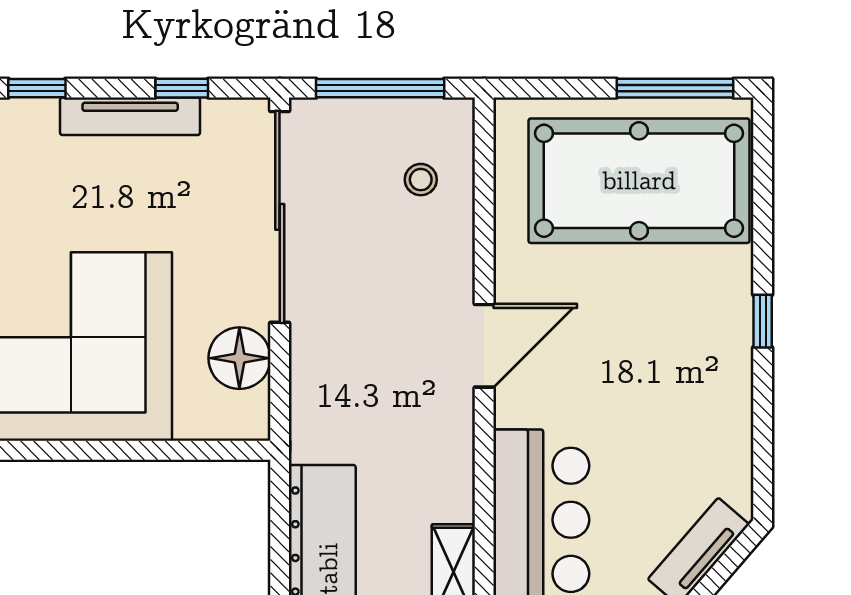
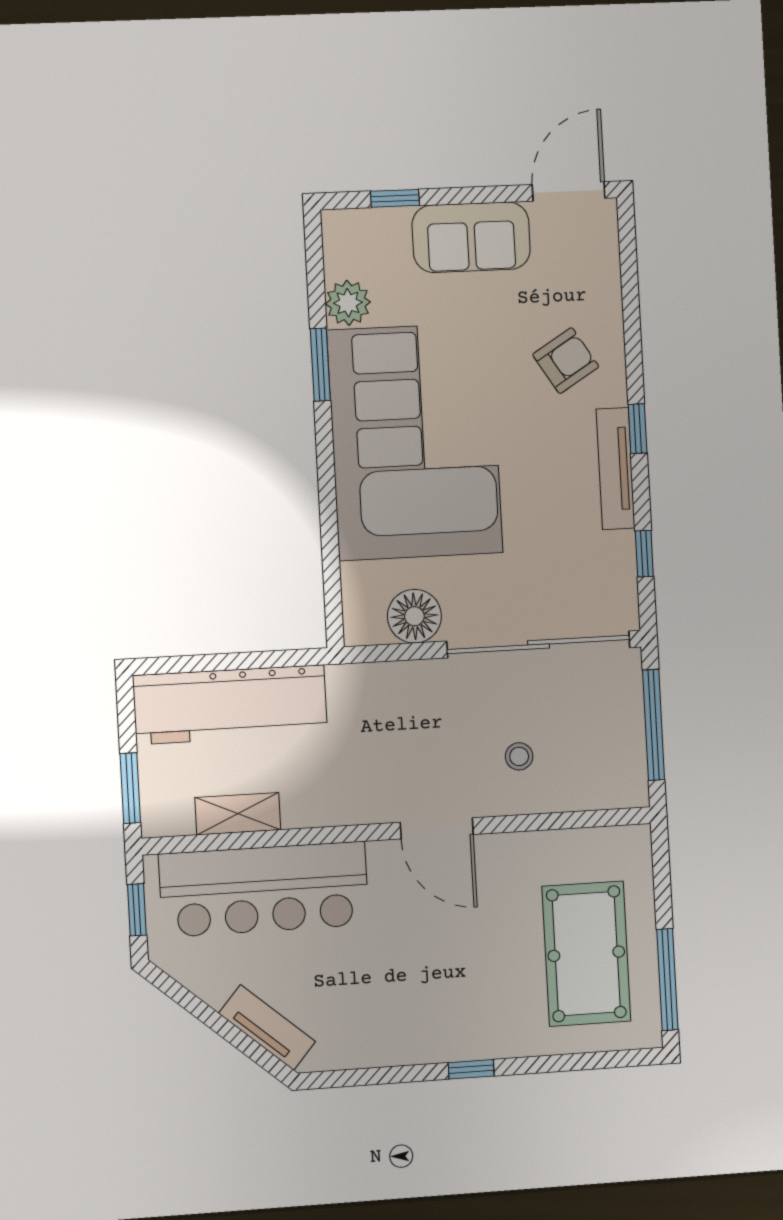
tv unit: (130, 116) -> (616, 469), moved
stool: (421, 180) -> (519, 756), moved
pool table: (639, 181) -> (586, 954), width x0.73, depth x0.76

